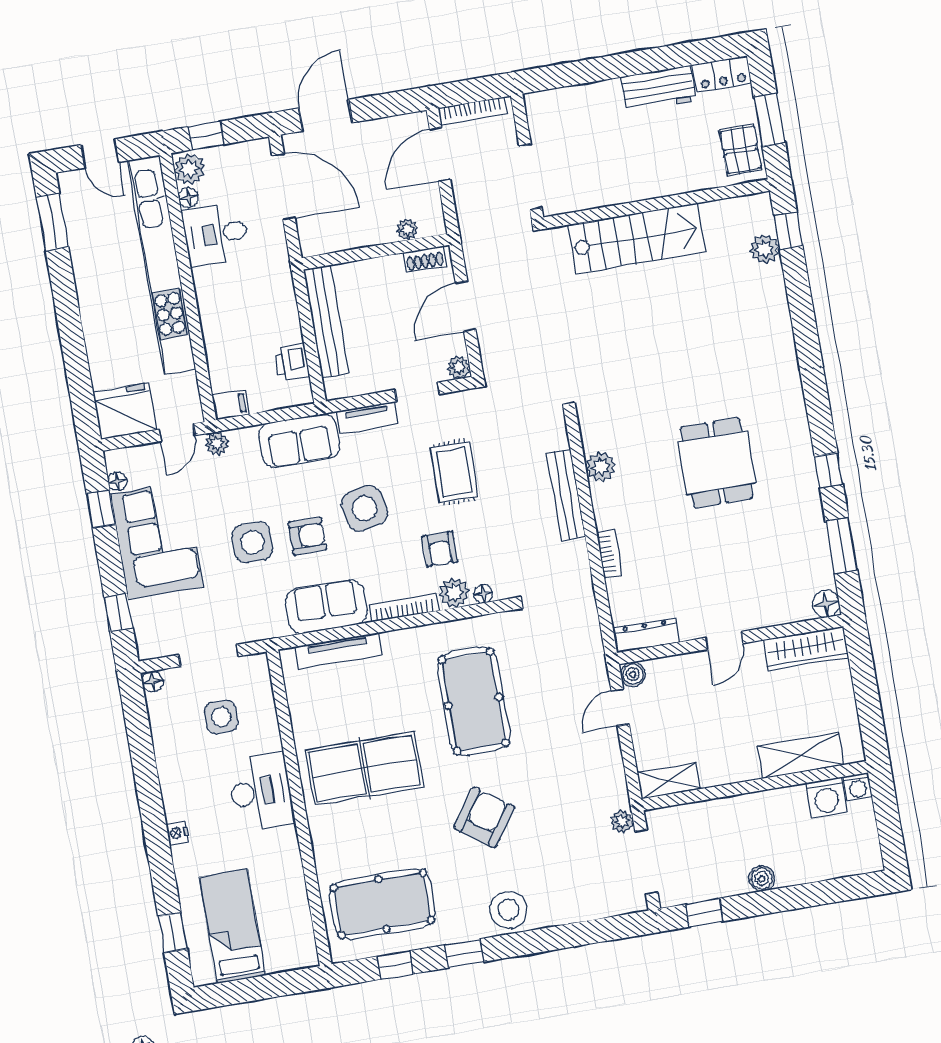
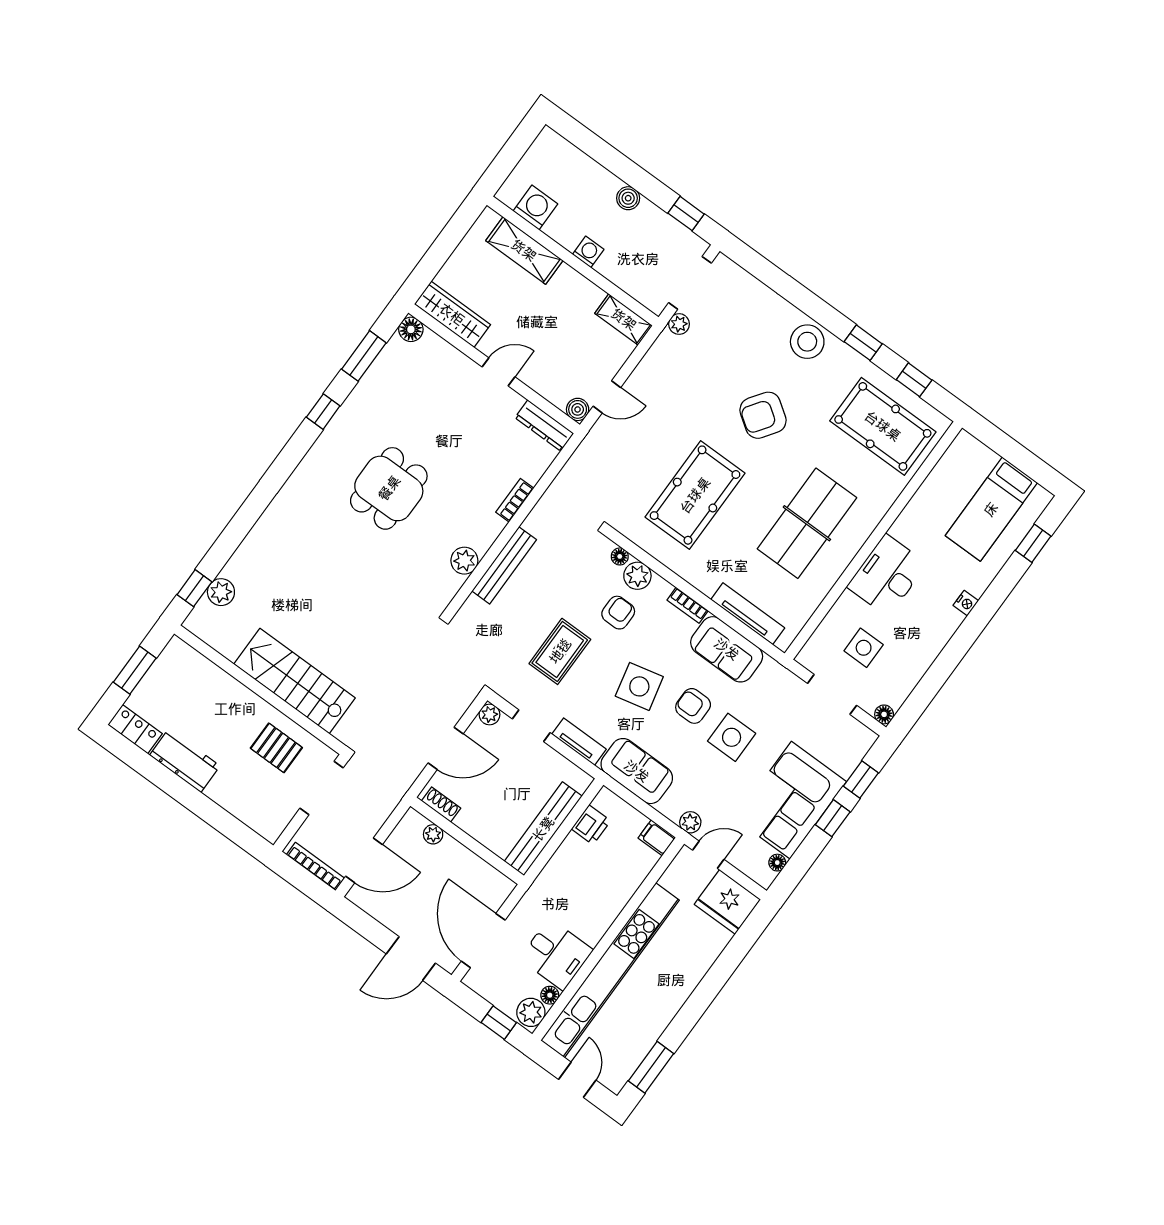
pallet: (741, 150) -> (276, 748), moved, turned 90
window: (101, 509) -> (833, 818), moved
bookcase: (404, 608) -> (688, 605), width x0.64
table tennis table: (364, 768) -> (807, 523), turned 90
washing machine: (858, 787) -> (588, 252), moved

